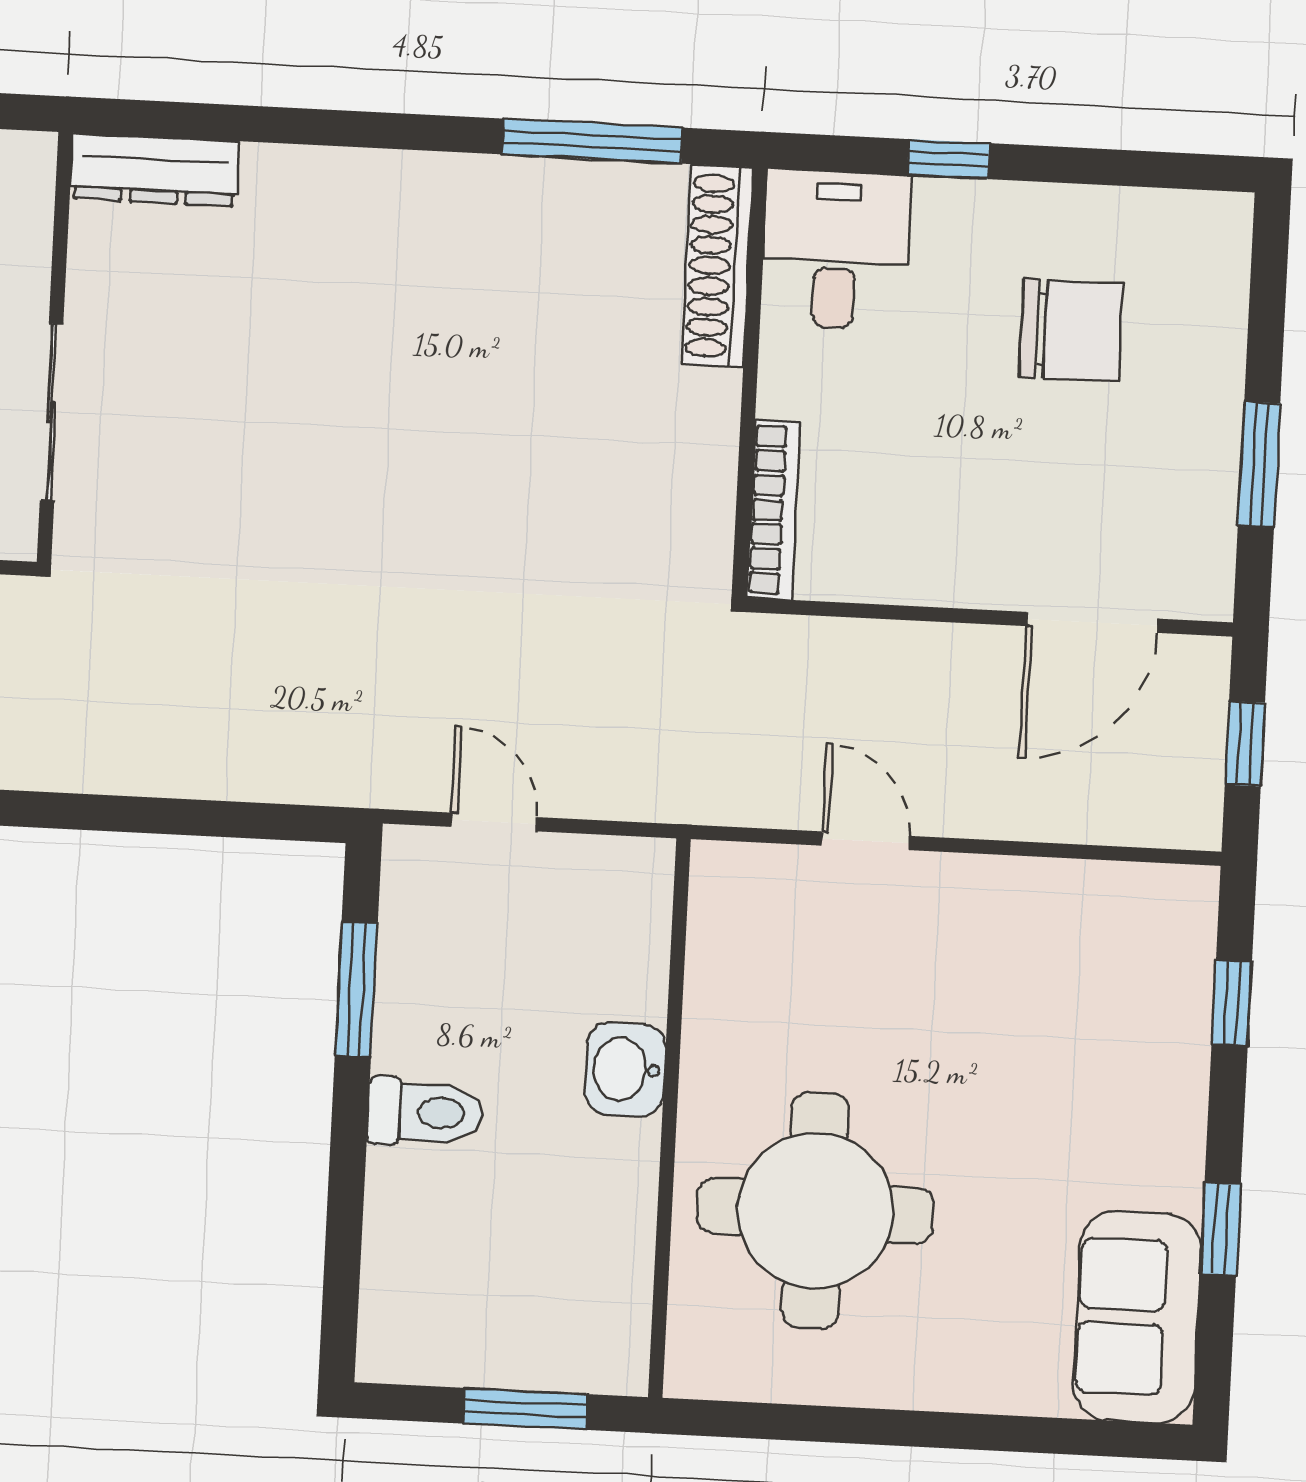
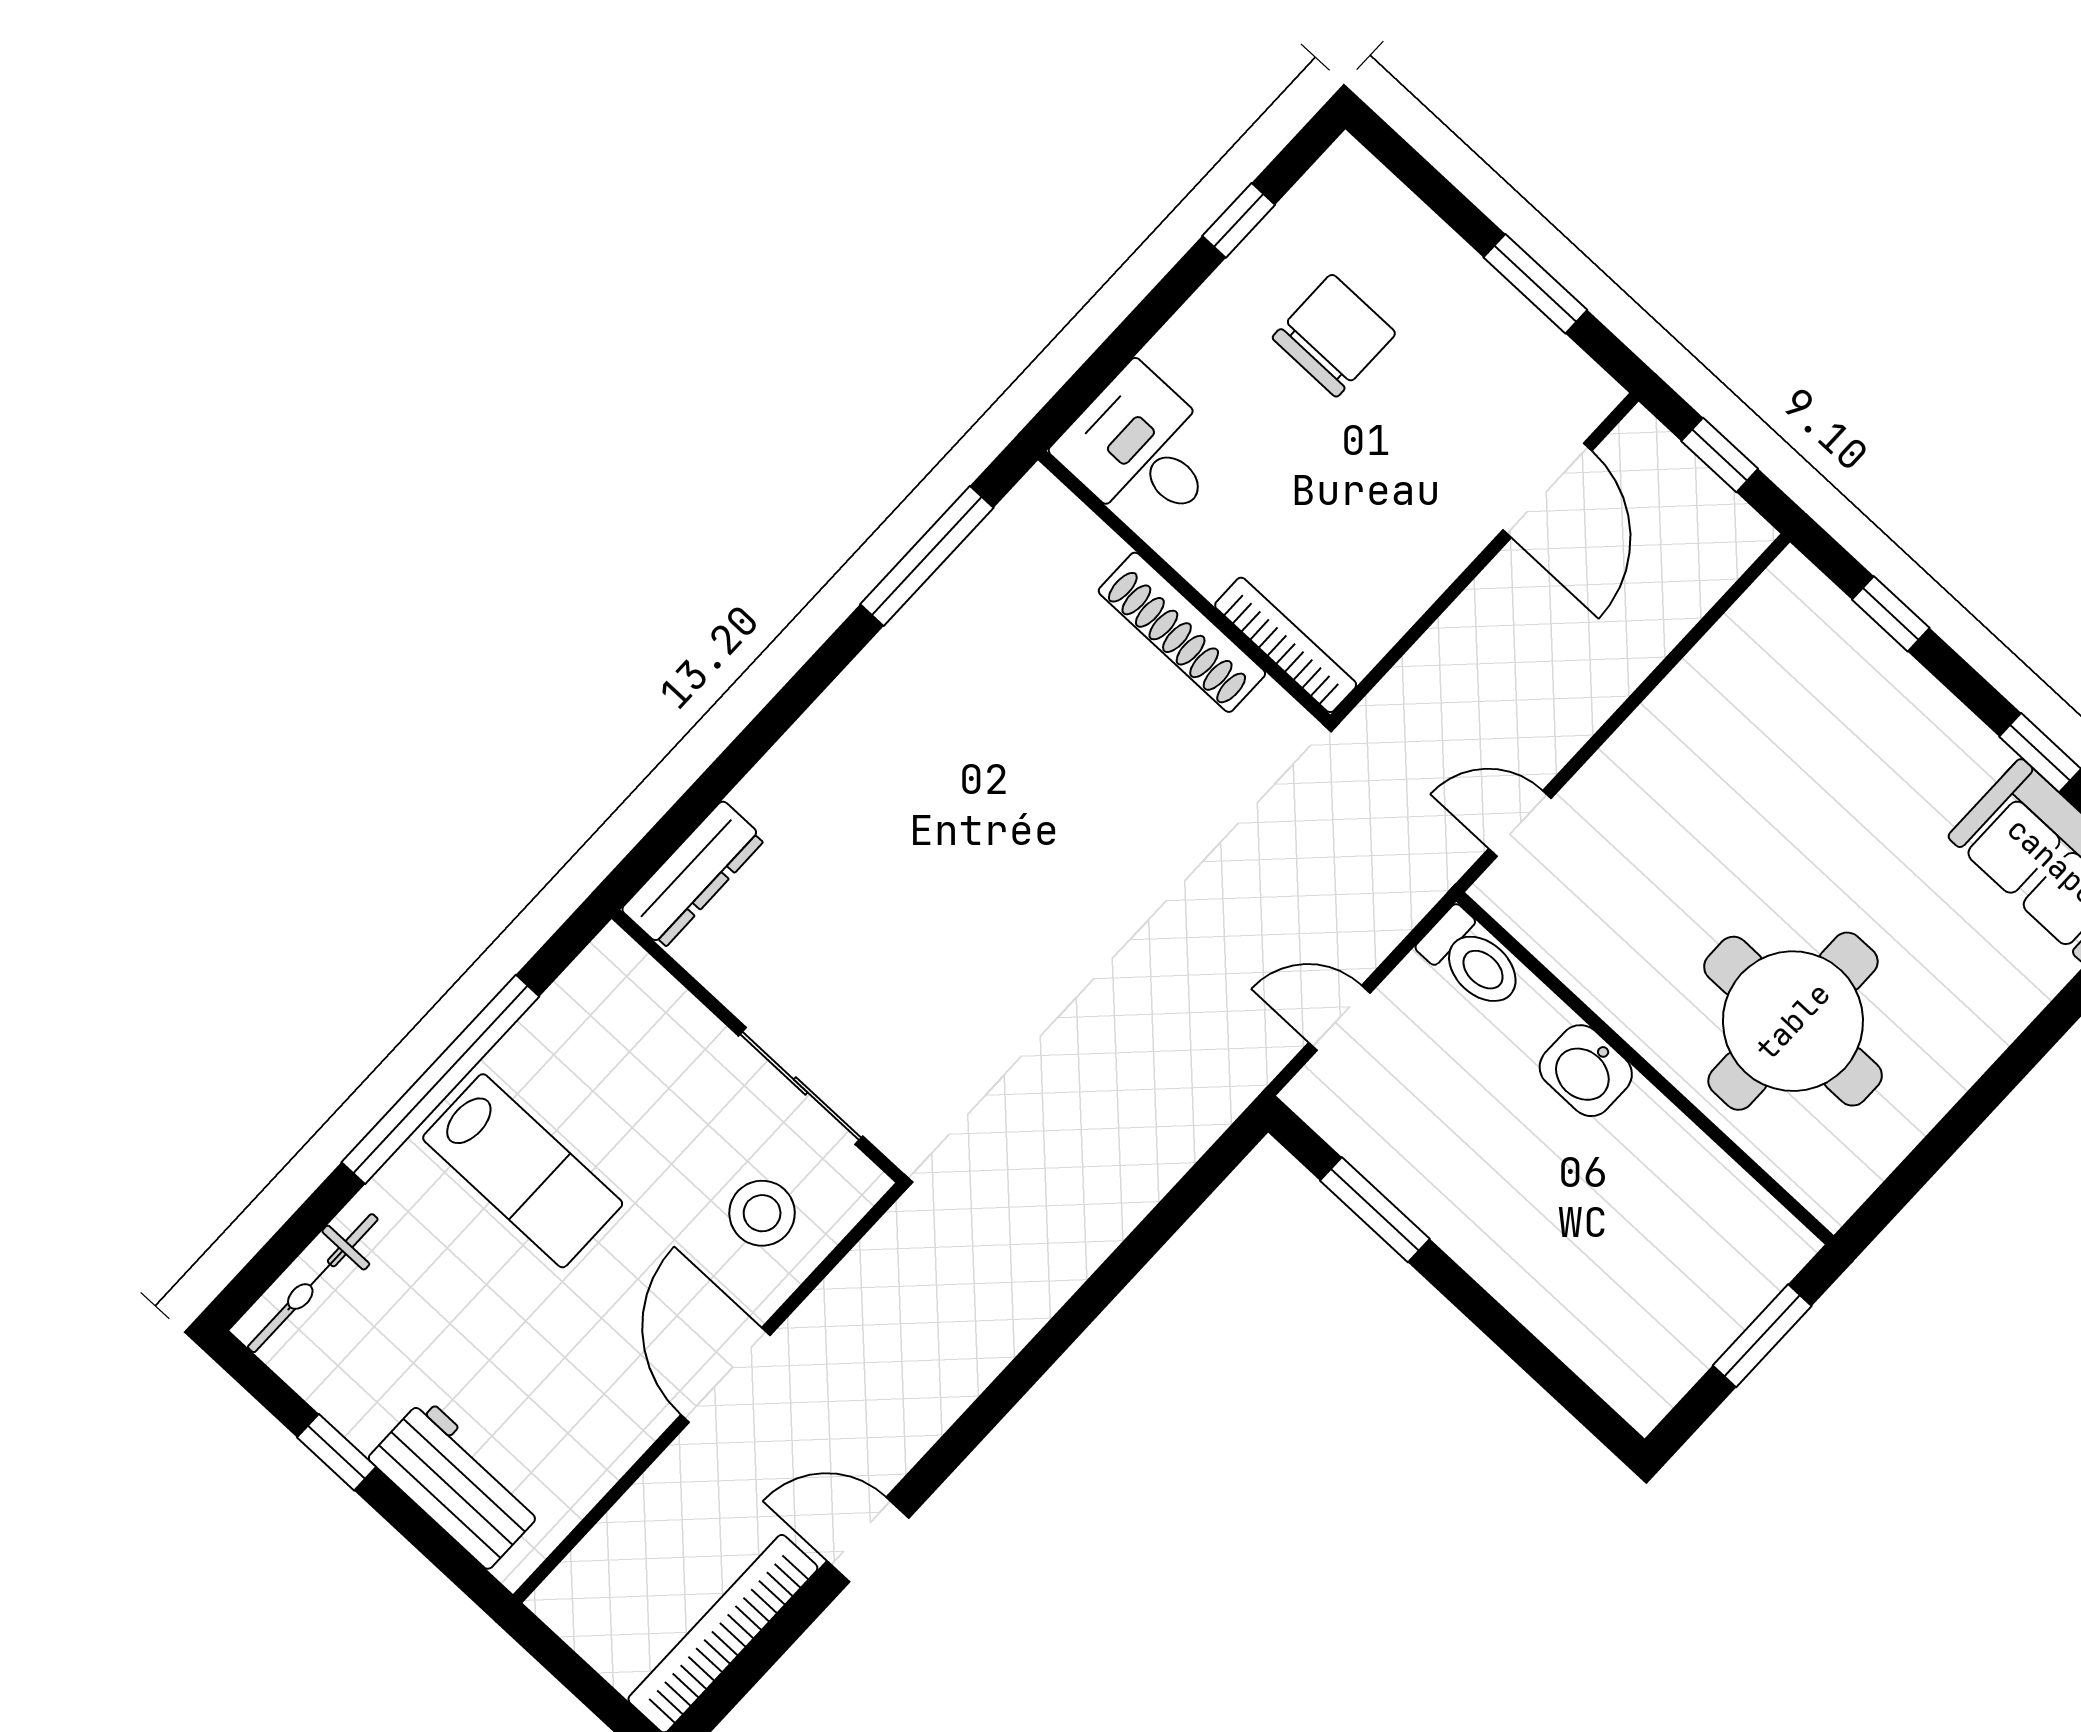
window: (948, 159) -> (1239, 220), moved
shoe rack: (717, 266) -> (1182, 632), moved
door: (866, 841) -> (1520, 823), moved
toilet: (425, 1112) -> (1472, 960), moved, turned 90

